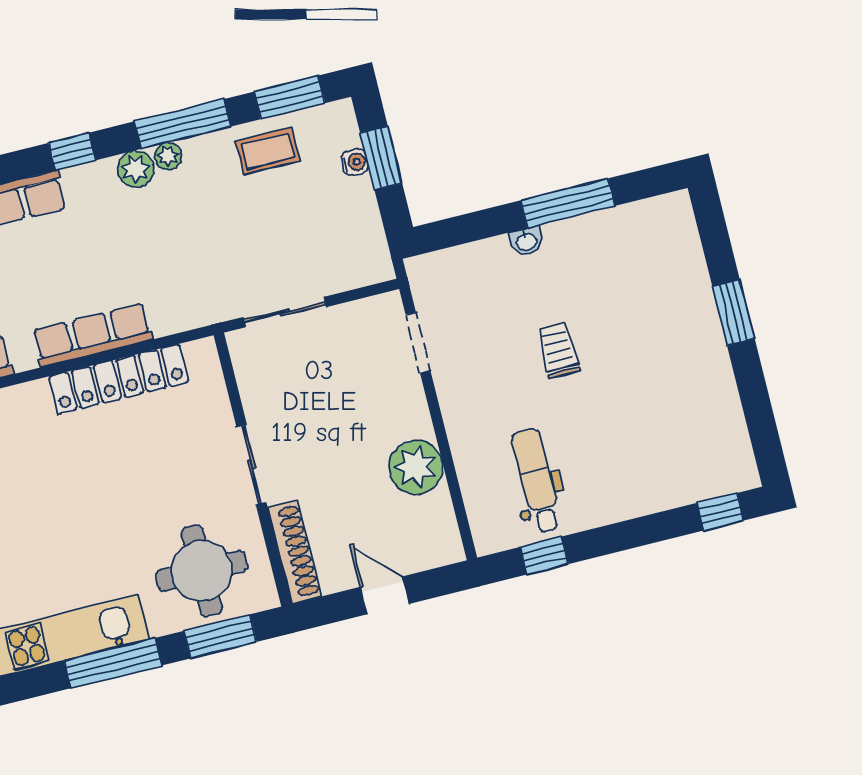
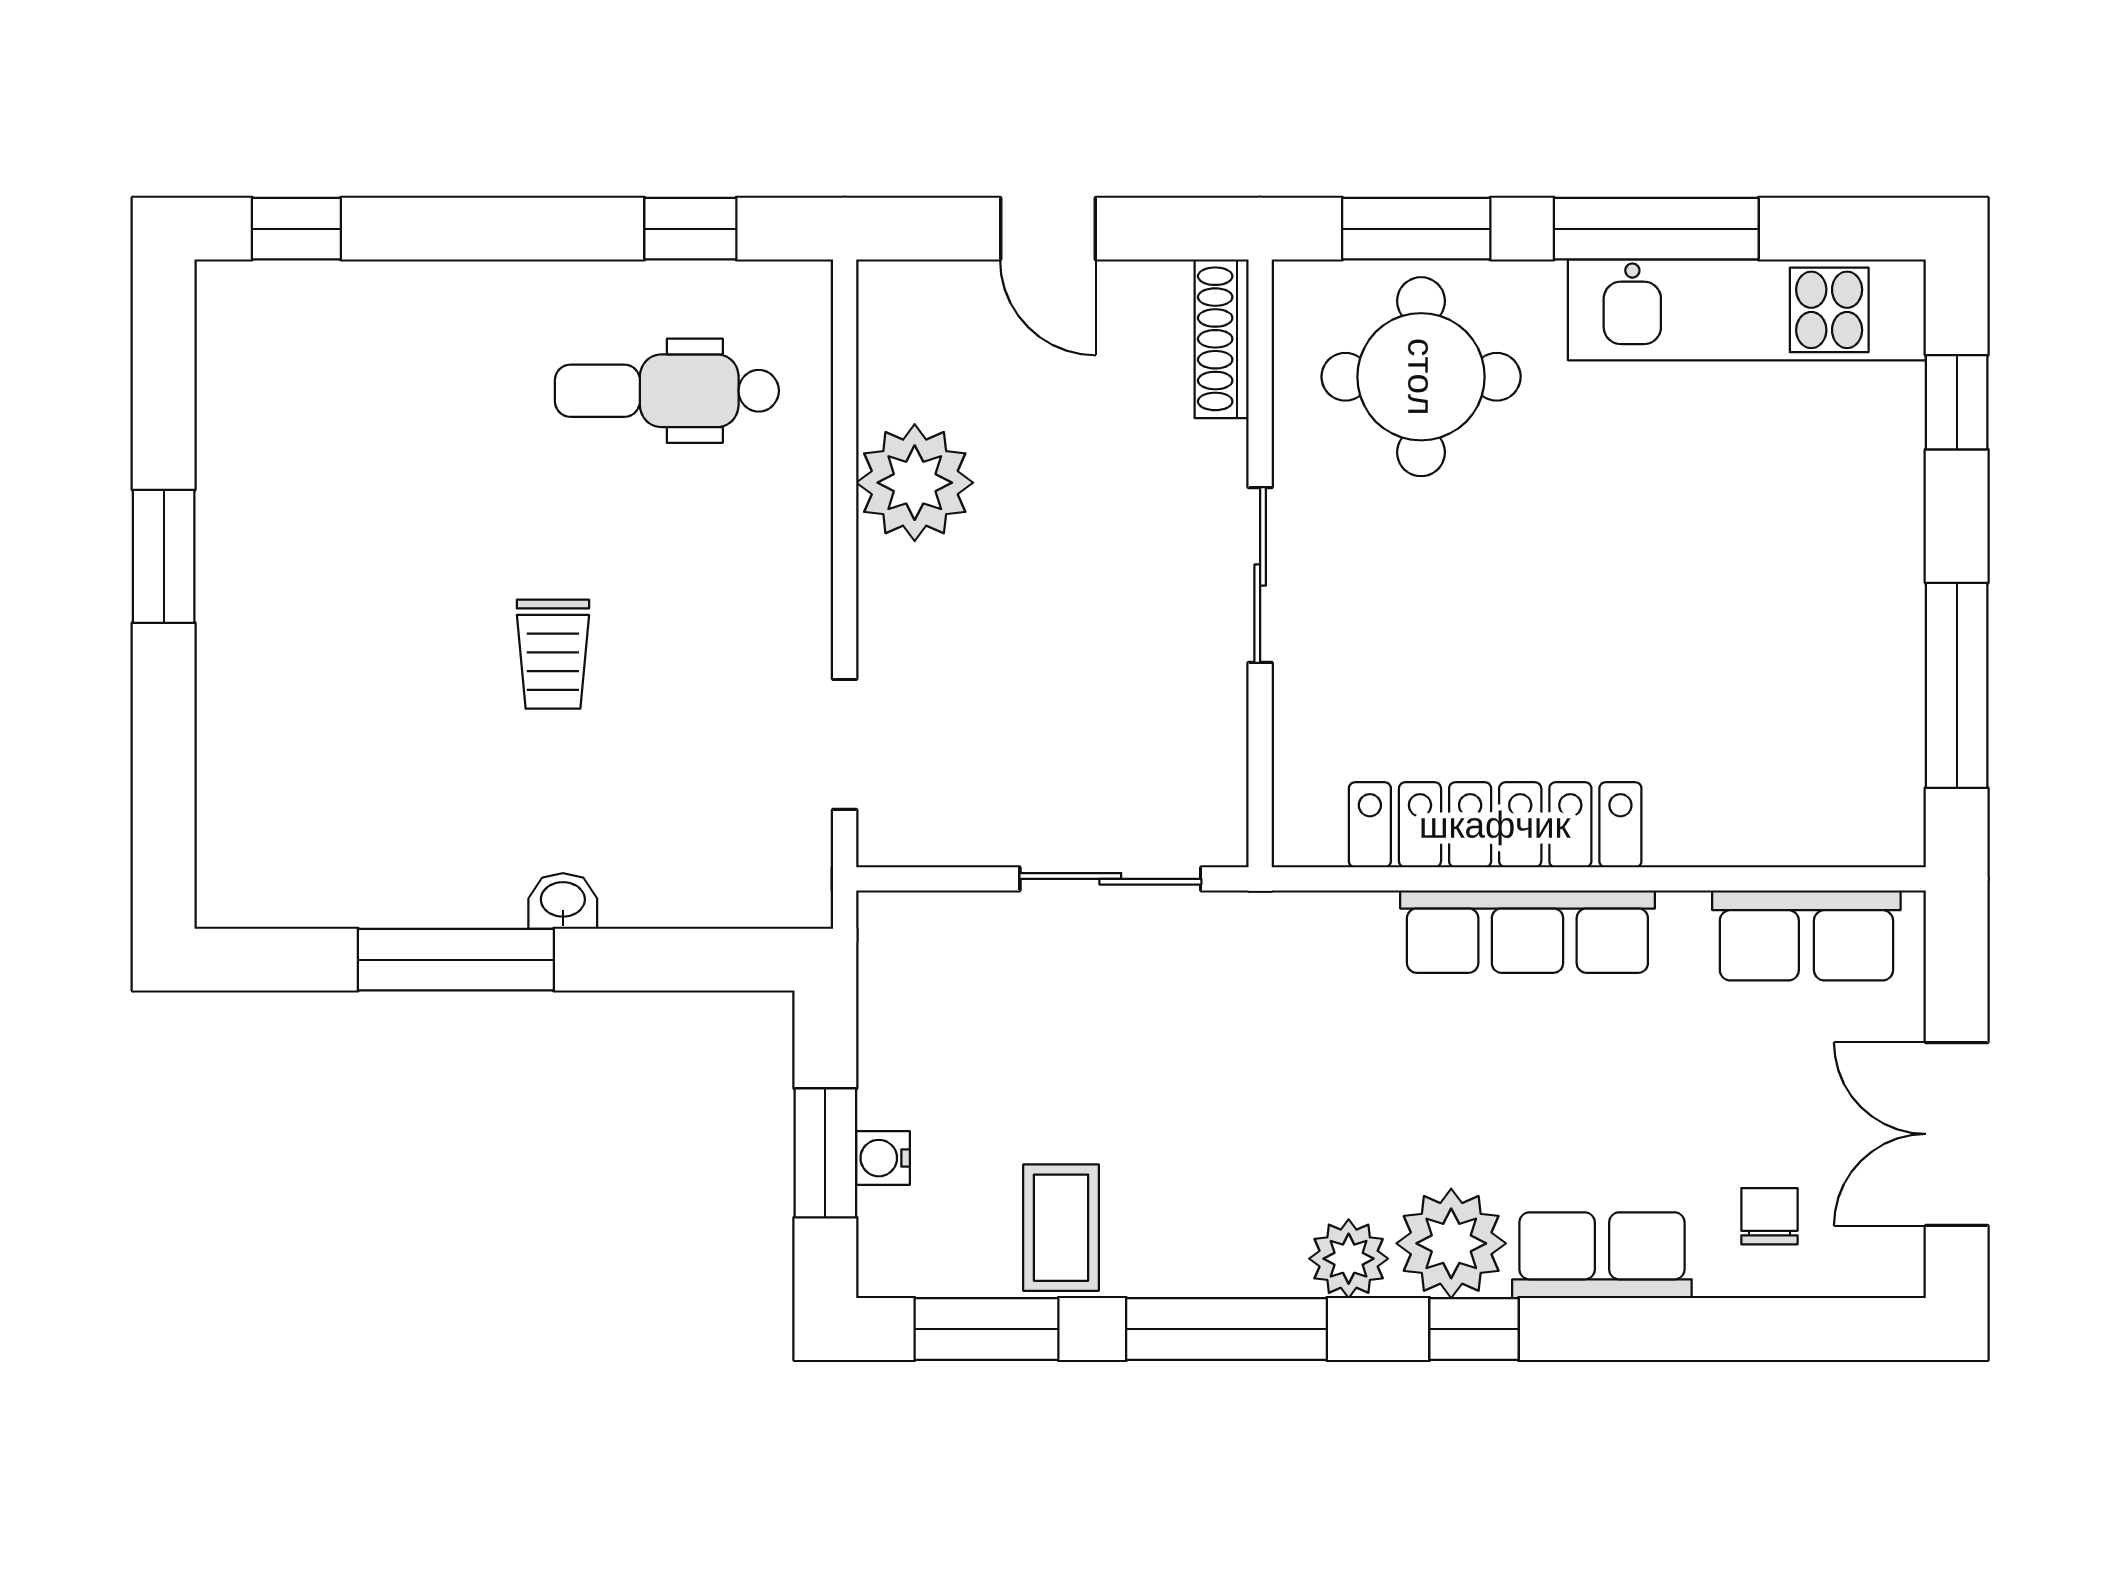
coffee table: (268, 151) -> (1061, 1228), turned 90
plant: (168, 156) -> (1451, 1243), moved, width x1.88, depth x1.88
window: (733, 312) -> (164, 556), moved
dental chair: (537, 481) -> (667, 391), turned 90
shoe rack: (295, 552) -> (1222, 339), width x0.74, depth x0.81

